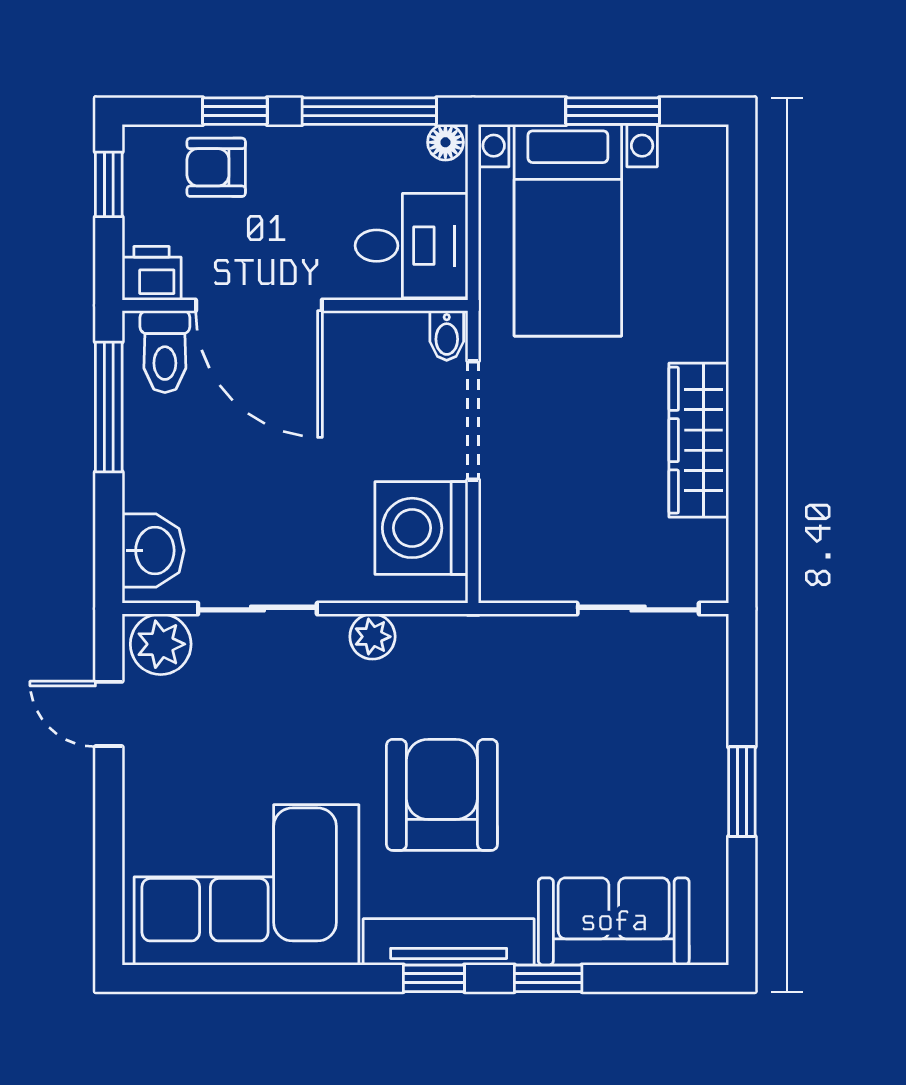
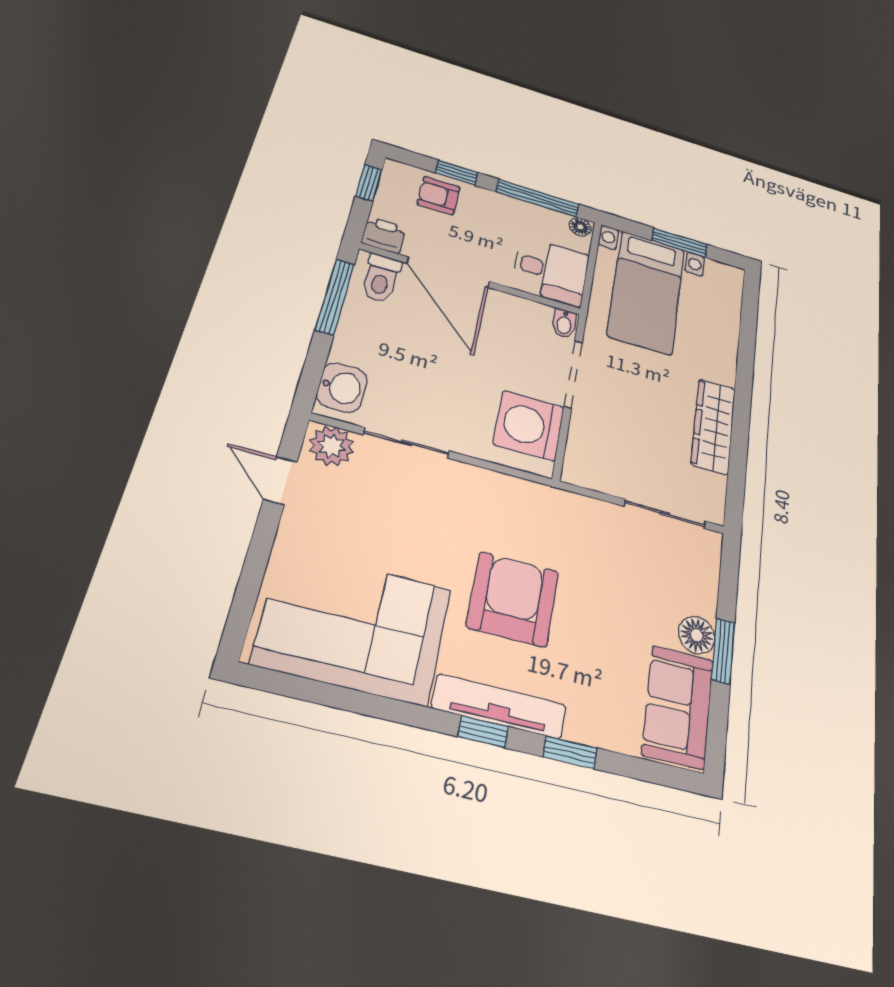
plant: (372, 637) -> (483, 482), removed
floor lamp: (702, 779) -> (697, 635), added
sofa: (614, 921) -> (678, 707), moved, turned -90

